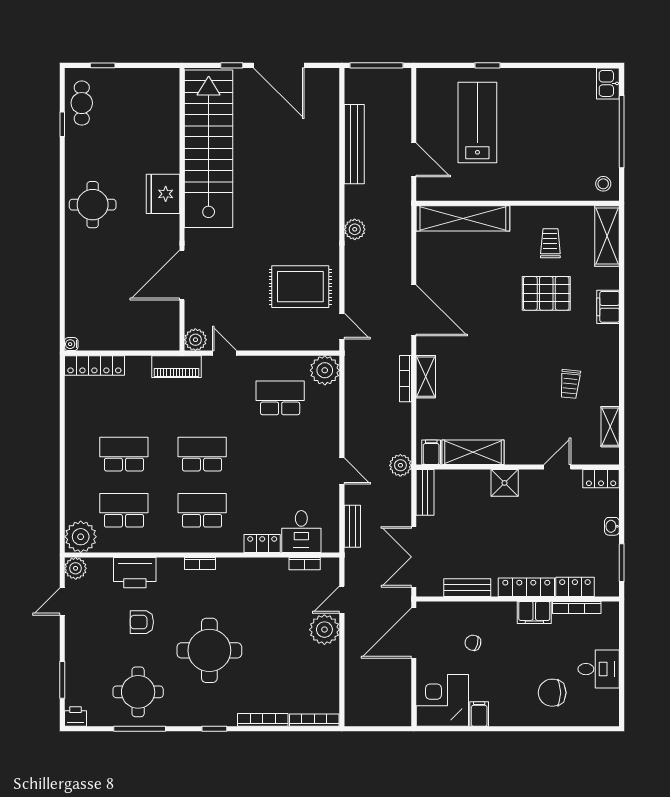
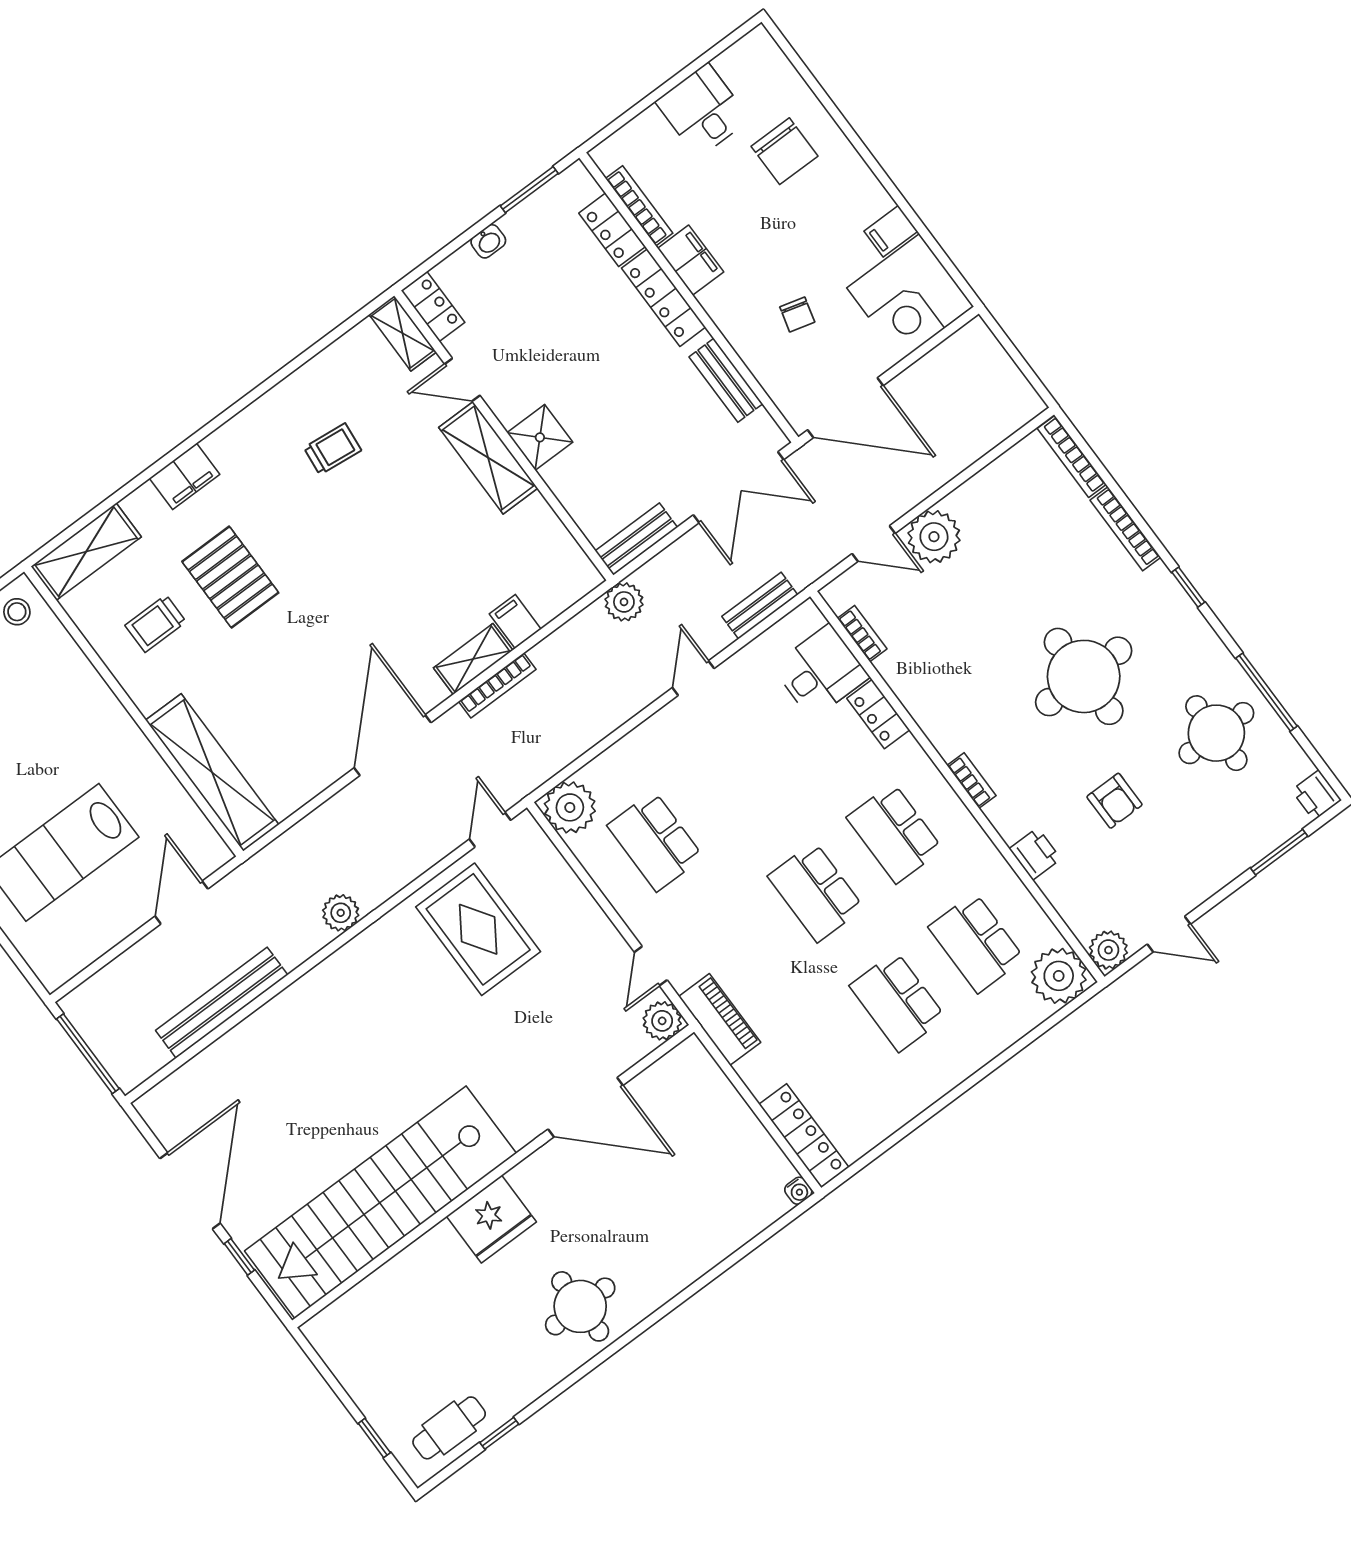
shelving: (610, 427) -> (403, 333), moved, turned 90
filing cabinet: (431, 452) -> (515, 621), moved, turned 90
shelving: (473, 452) -> (488, 458), moved
printer: (135, 573) -> (1035, 854), width x0.53, depth x0.68

